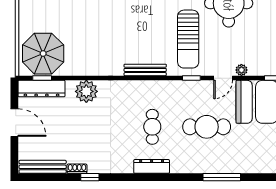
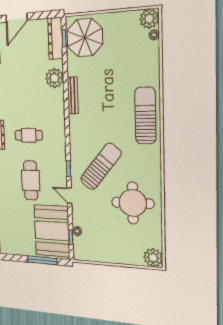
sun lounger: (188, 39) -> (101, 167), turned 129
bench: (145, 70) -> (73, 95), moved
plant: (241, 70) -> (77, 231), moved
door: (14, 123) -> (17, 18), moved

